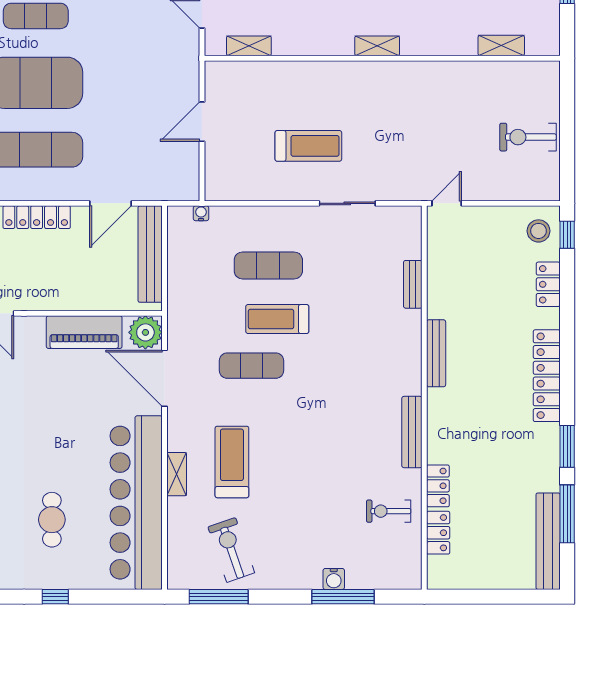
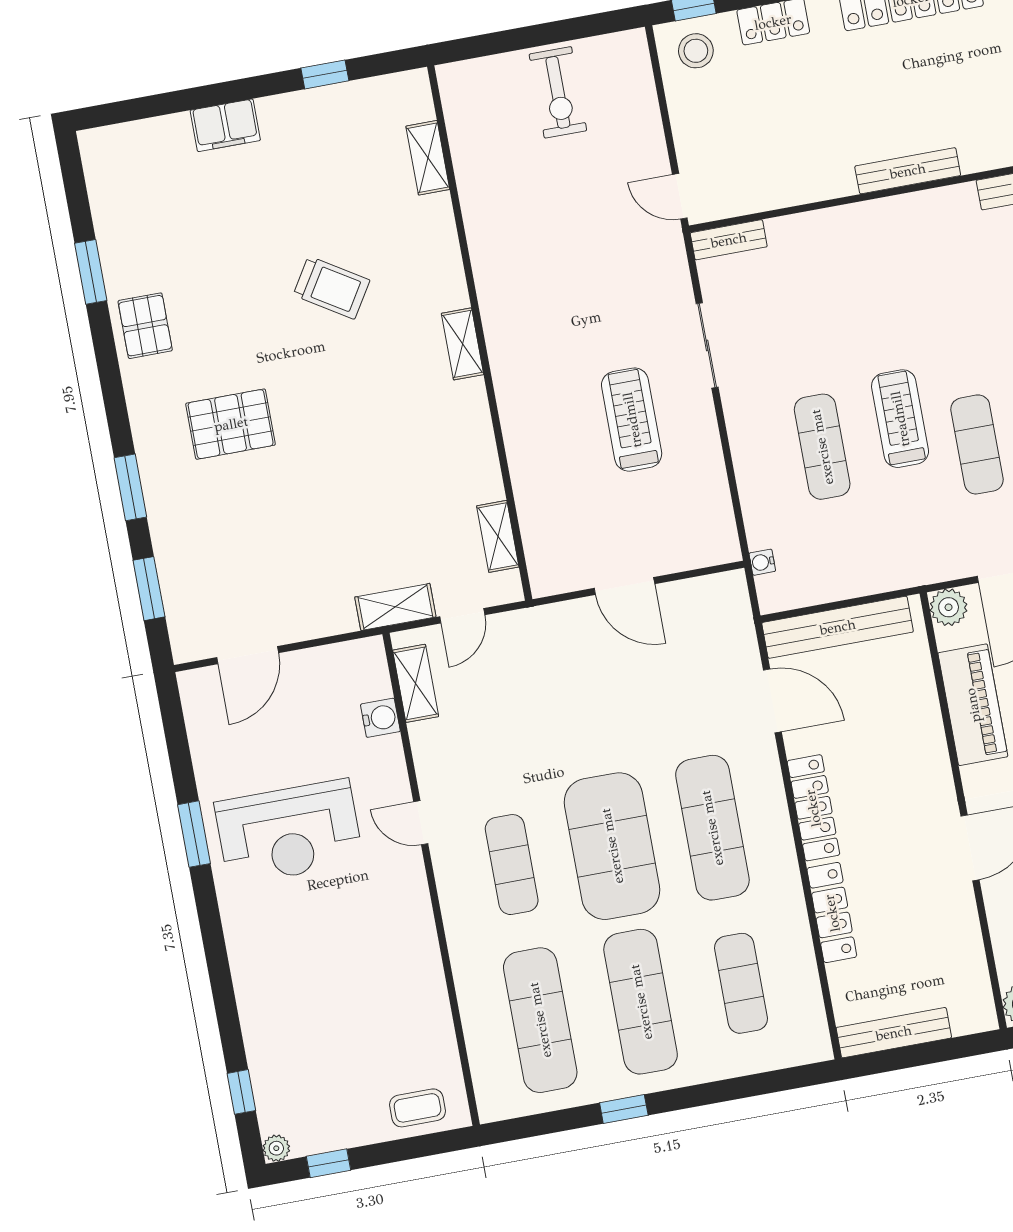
bench: (413, 284) -> (729, 240), moved
treadmill: (277, 319) -> (900, 419), turned 180
plant: (145, 332) -> (949, 607), width x0.73, depth x0.73

